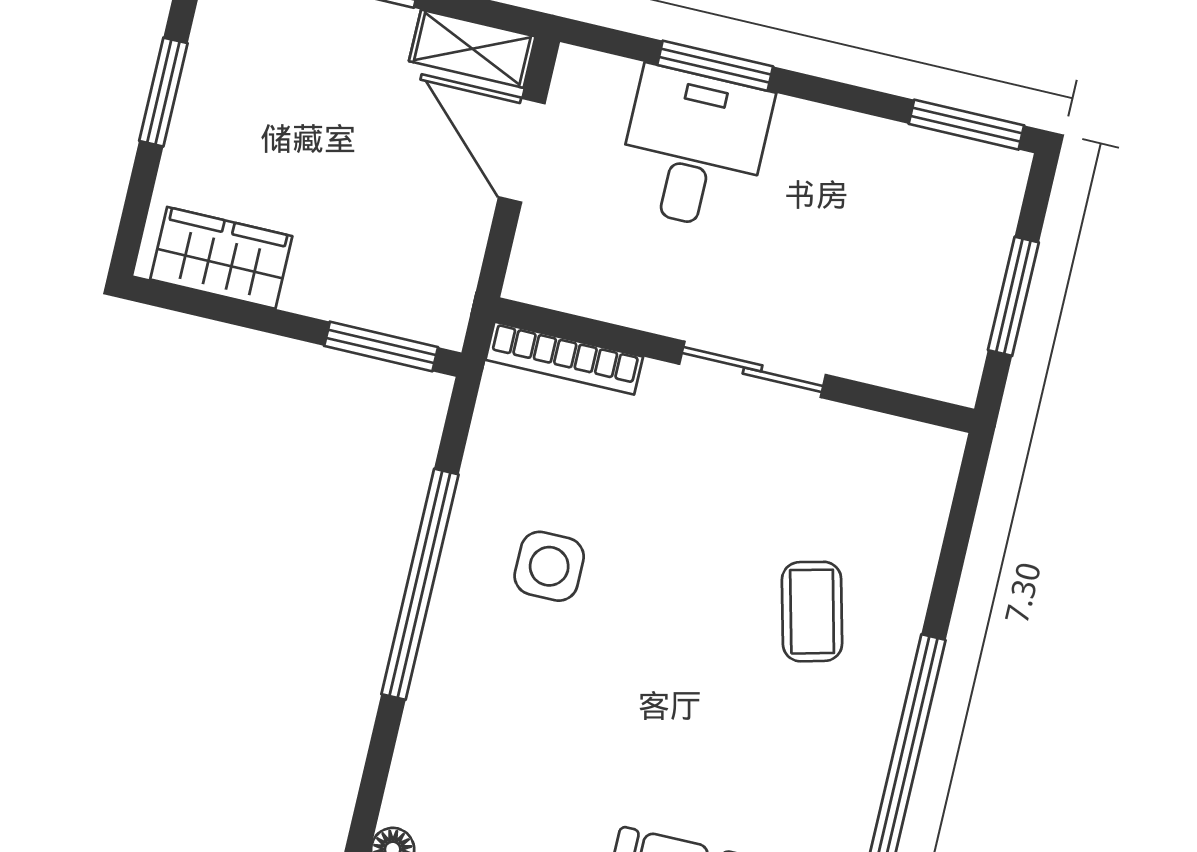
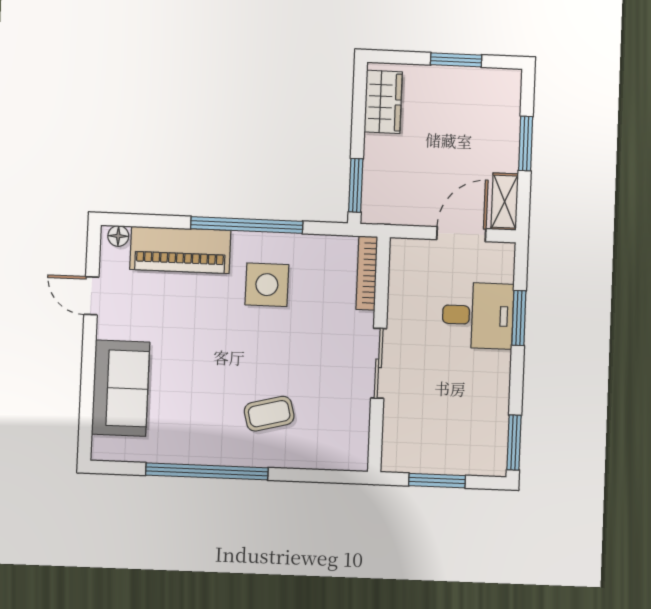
side table: (549, 566) -> (267, 285), width x1.37, depth x1.37
piano: (445, 729) -> (180, 250), added

